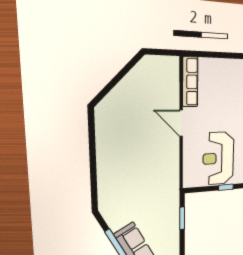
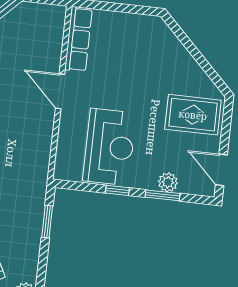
reception desk: (218, 158) -> (109, 147), turned 180

